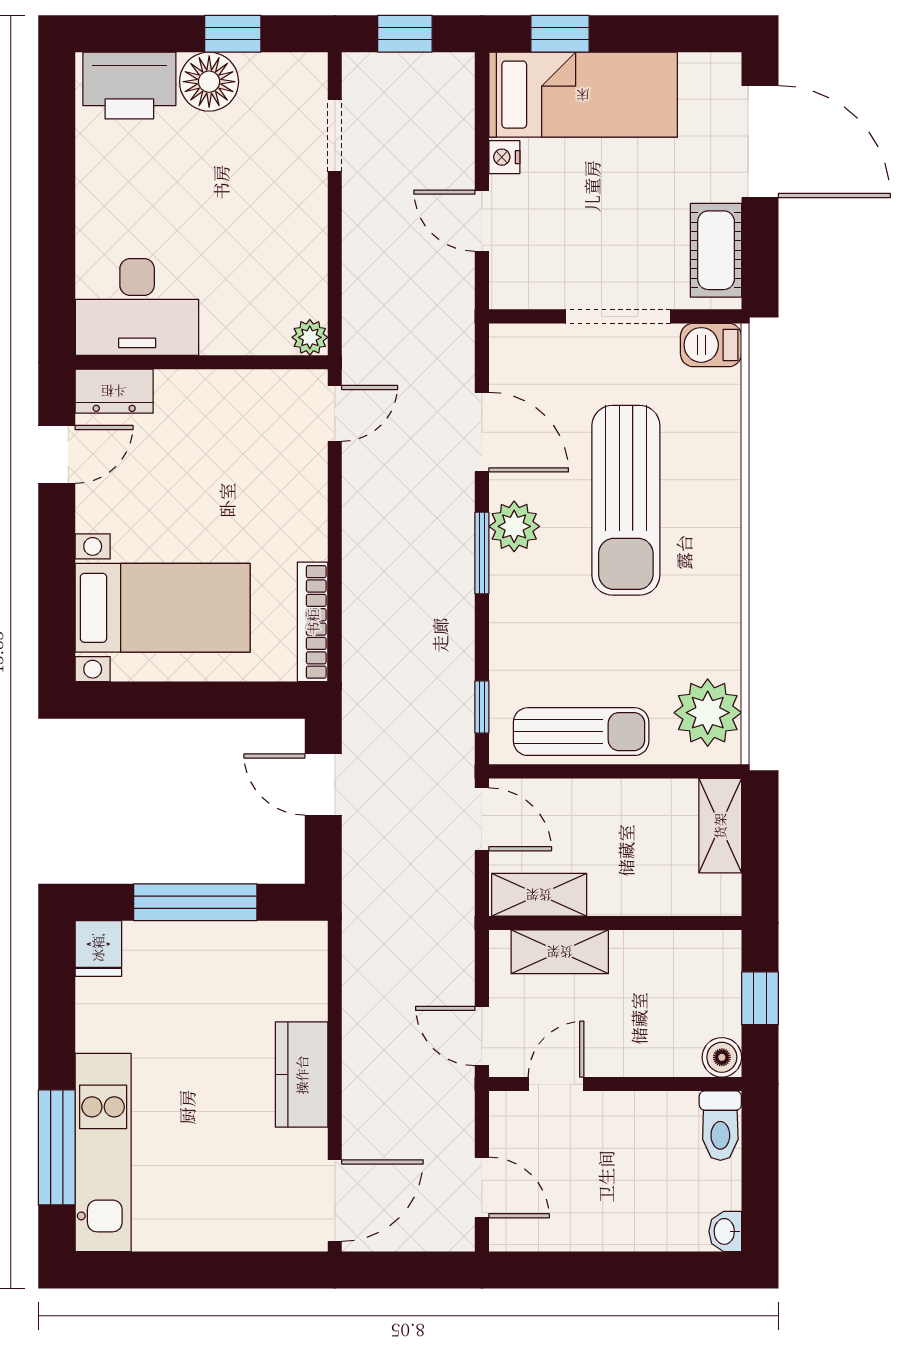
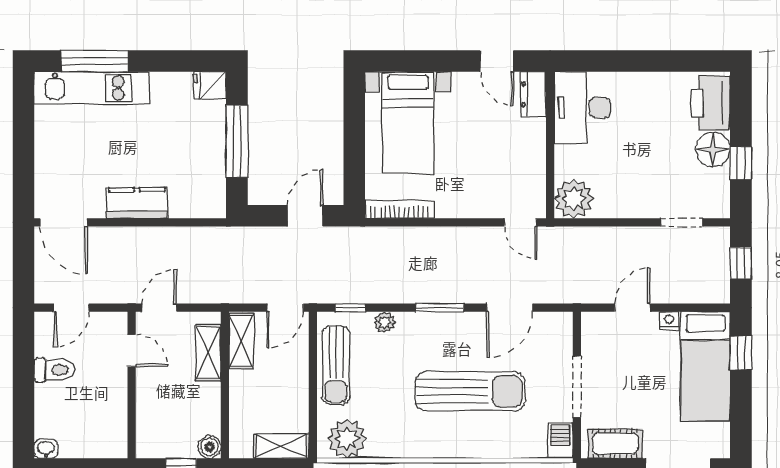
plant: (310, 337) -> (574, 199), width x1.87, depth x1.87
sun lounger: (626, 500) -> (470, 391), turned 180
plant: (514, 526) -> (384, 322), moved, width x0.73, depth x0.73
boiler: (722, 1057) -> (209, 447), moved
toilet: (720, 1126) -> (54, 370), moved, turned 180

